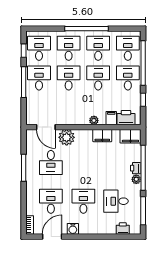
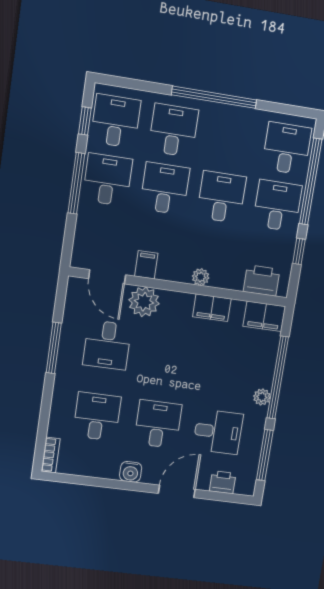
desk: (98, 48) -> (230, 139), removed
filing cabinet: (111, 118) -> (146, 265), moved
printer: (136, 168) -> (264, 376), removed
desk: (116, 201) -> (218, 432), turned 180
door: (52, 237) -> (177, 491), moved

